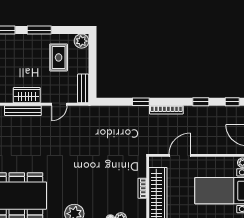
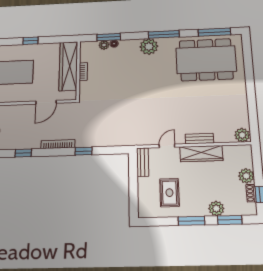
plant: (82, 41) -> (216, 209), moved
wardrobe: (27, 95) -> (201, 154), width x1.50
bench: (23, 111) -> (199, 139), width x0.73

